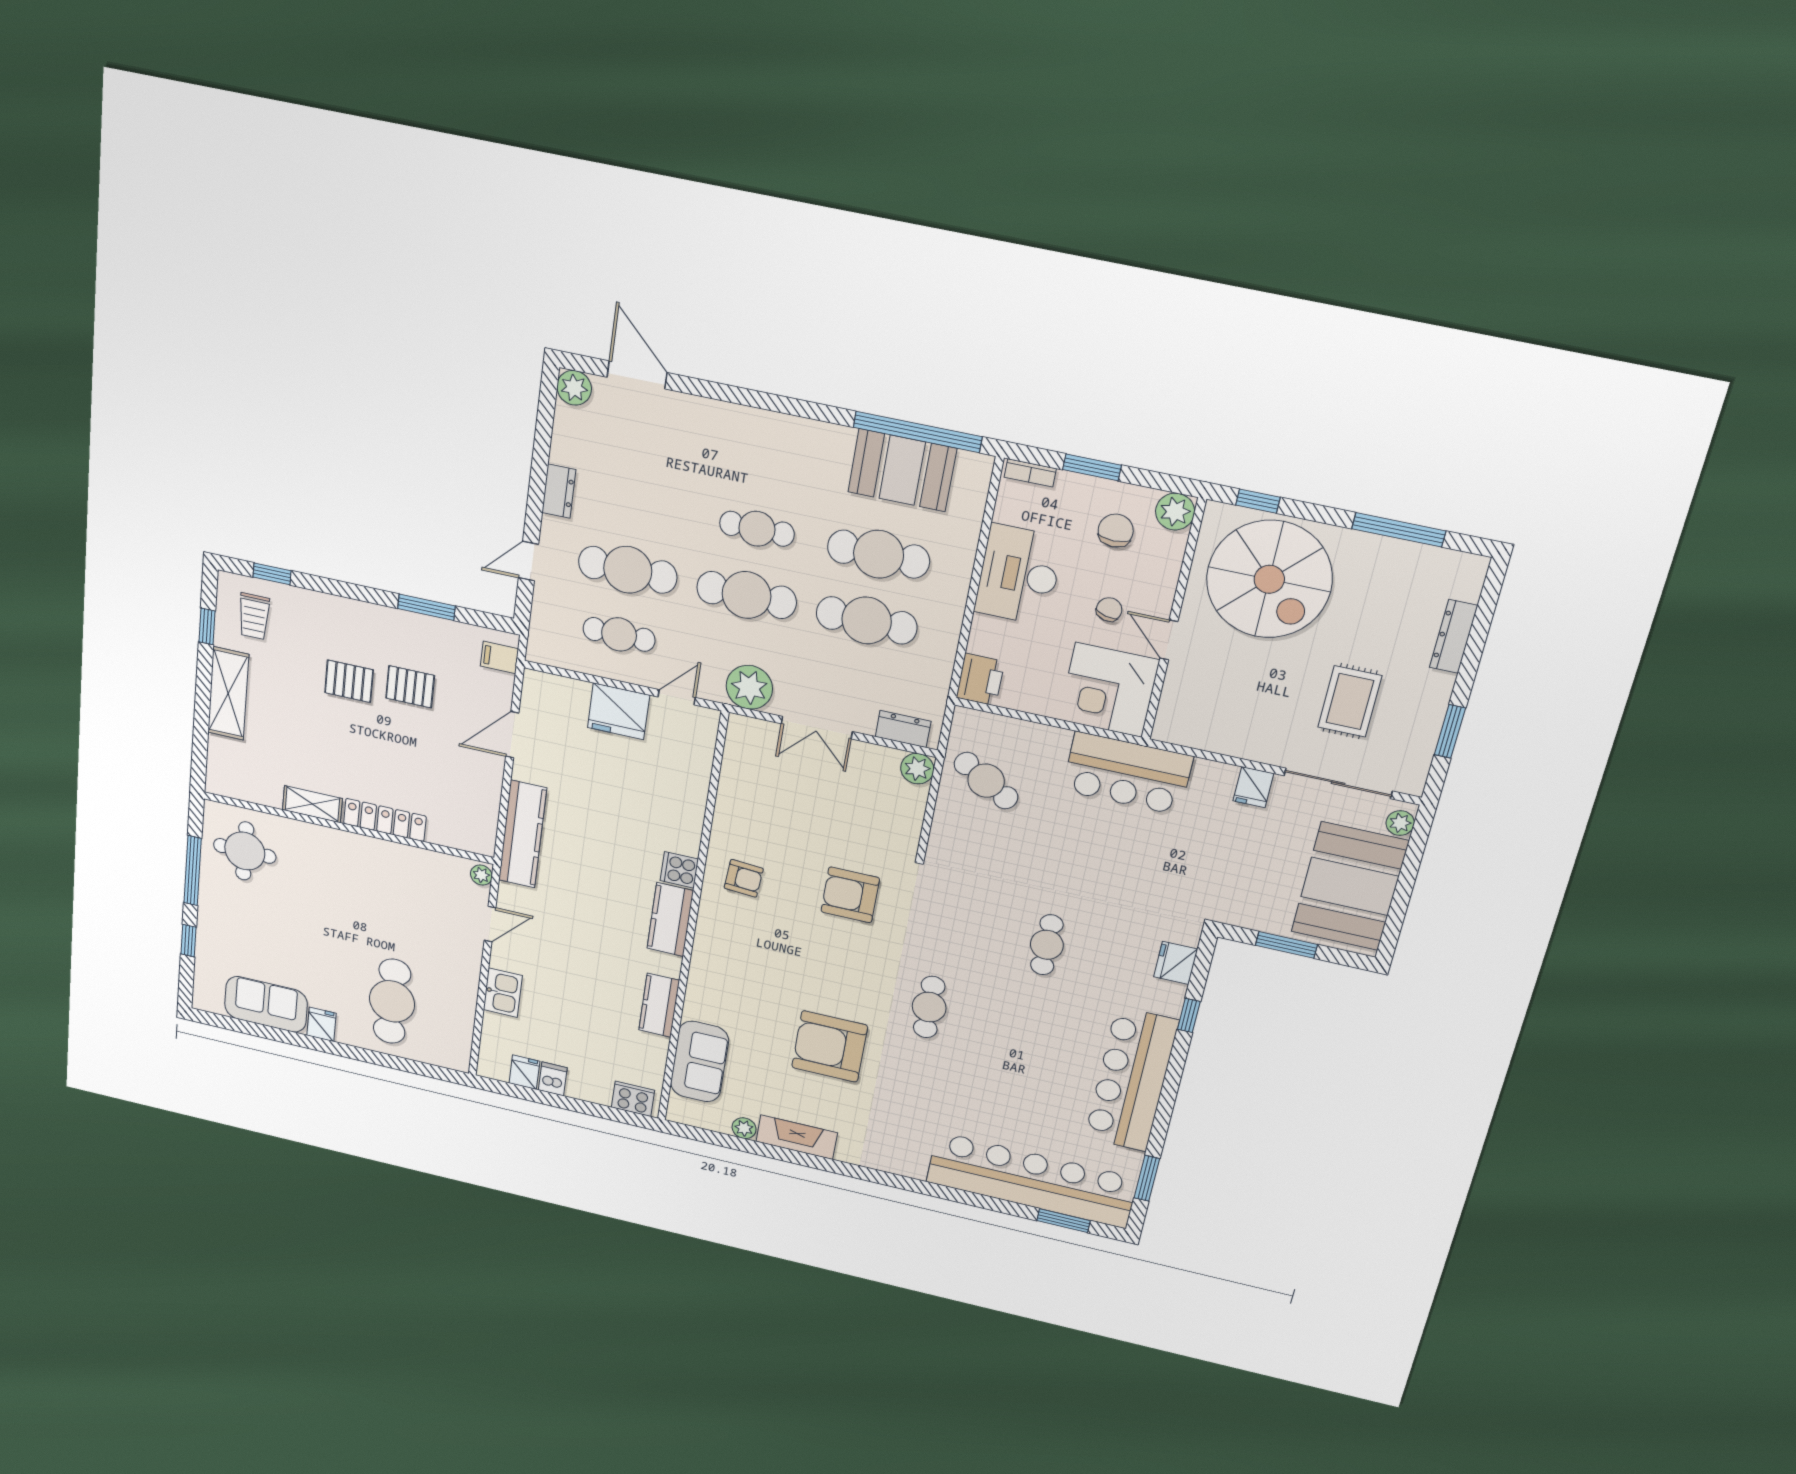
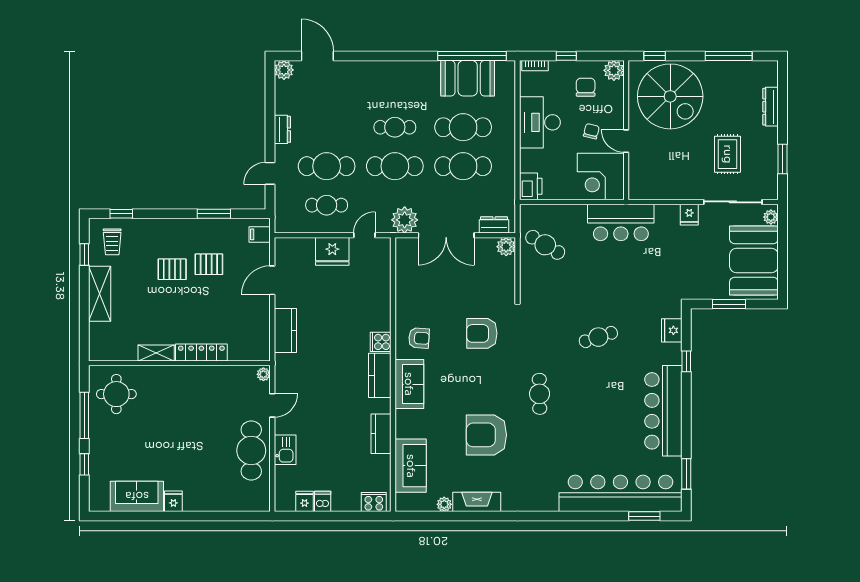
window: (1092, 467) -> (566, 56), width x0.67
double door: (817, 728) -> (446, 235), width x1.37
kitchen counter: (523, 834) -> (285, 331), width x0.67
sofa: (717, 943) -> (409, 384), added
cafe table: (1047, 945) -> (598, 337), turned 72
cafe table: (392, 1001) -> (251, 451), moved

